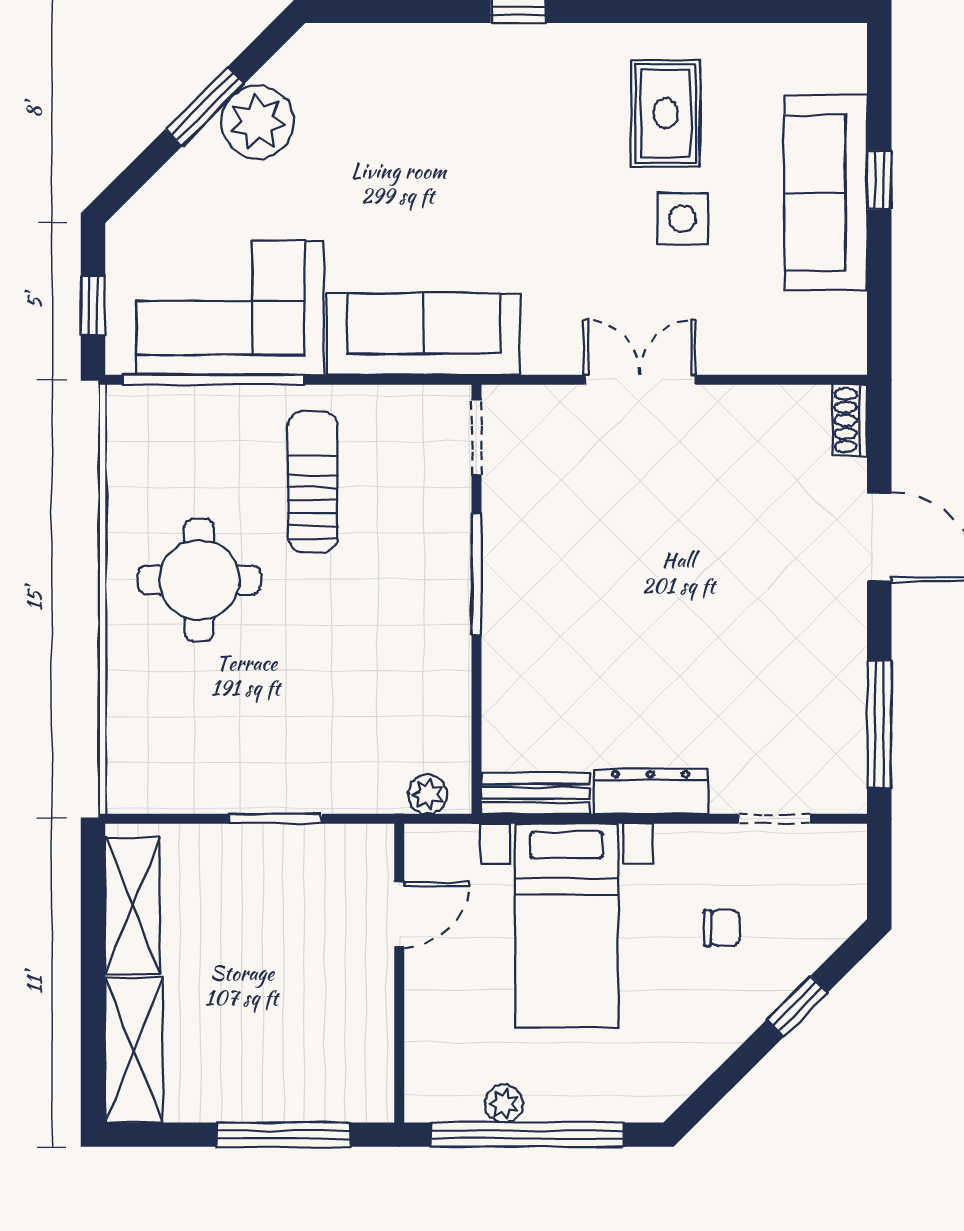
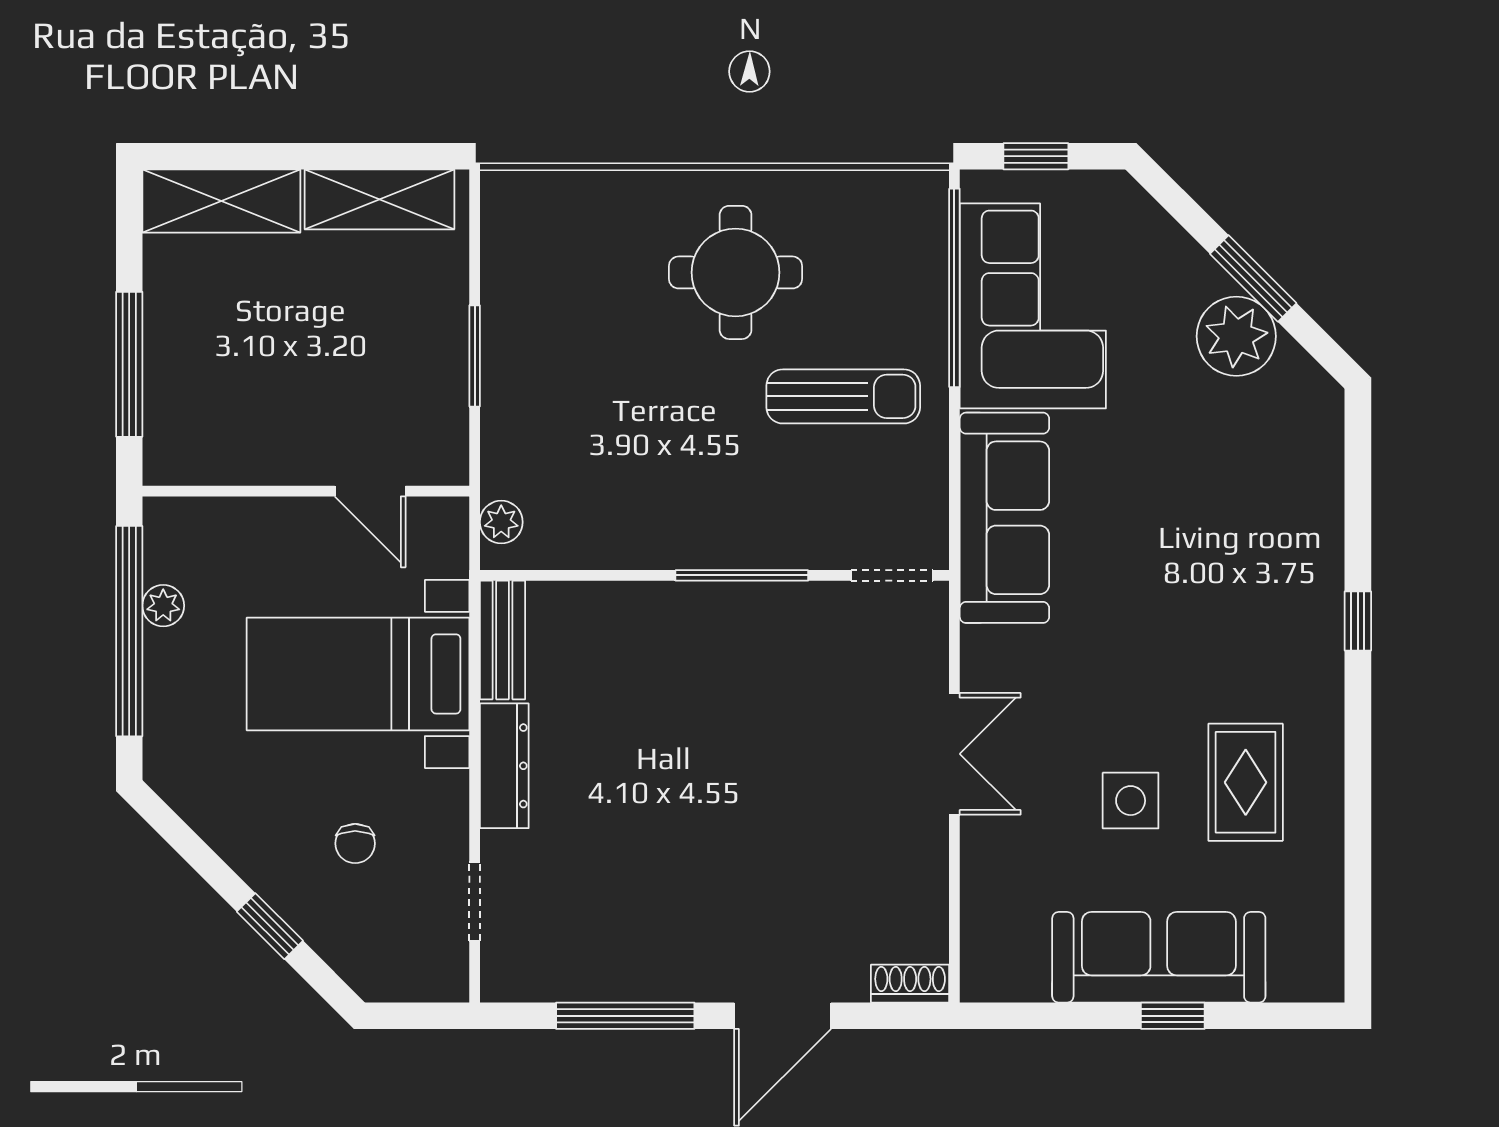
rug: (666, 113) -> (1246, 782), turned 90
window: (879, 725) -> (625, 1016), moved

